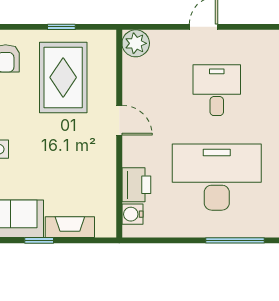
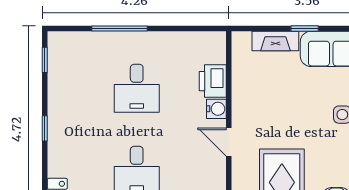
desk: (217, 177) -> (137, 88), width x0.53, depth x0.77
water cooler: (132, 214) -> (216, 109), moved

